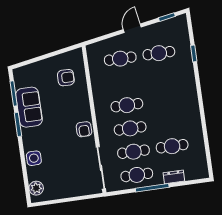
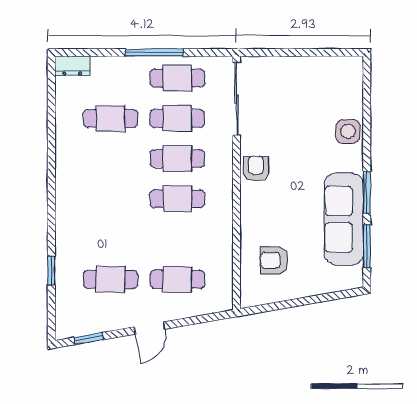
sofa: (29, 107) -> (344, 219), width x1.36
dresser: (174, 177) -> (72, 66), moved
plant: (36, 188) -> (351, 80), removed

